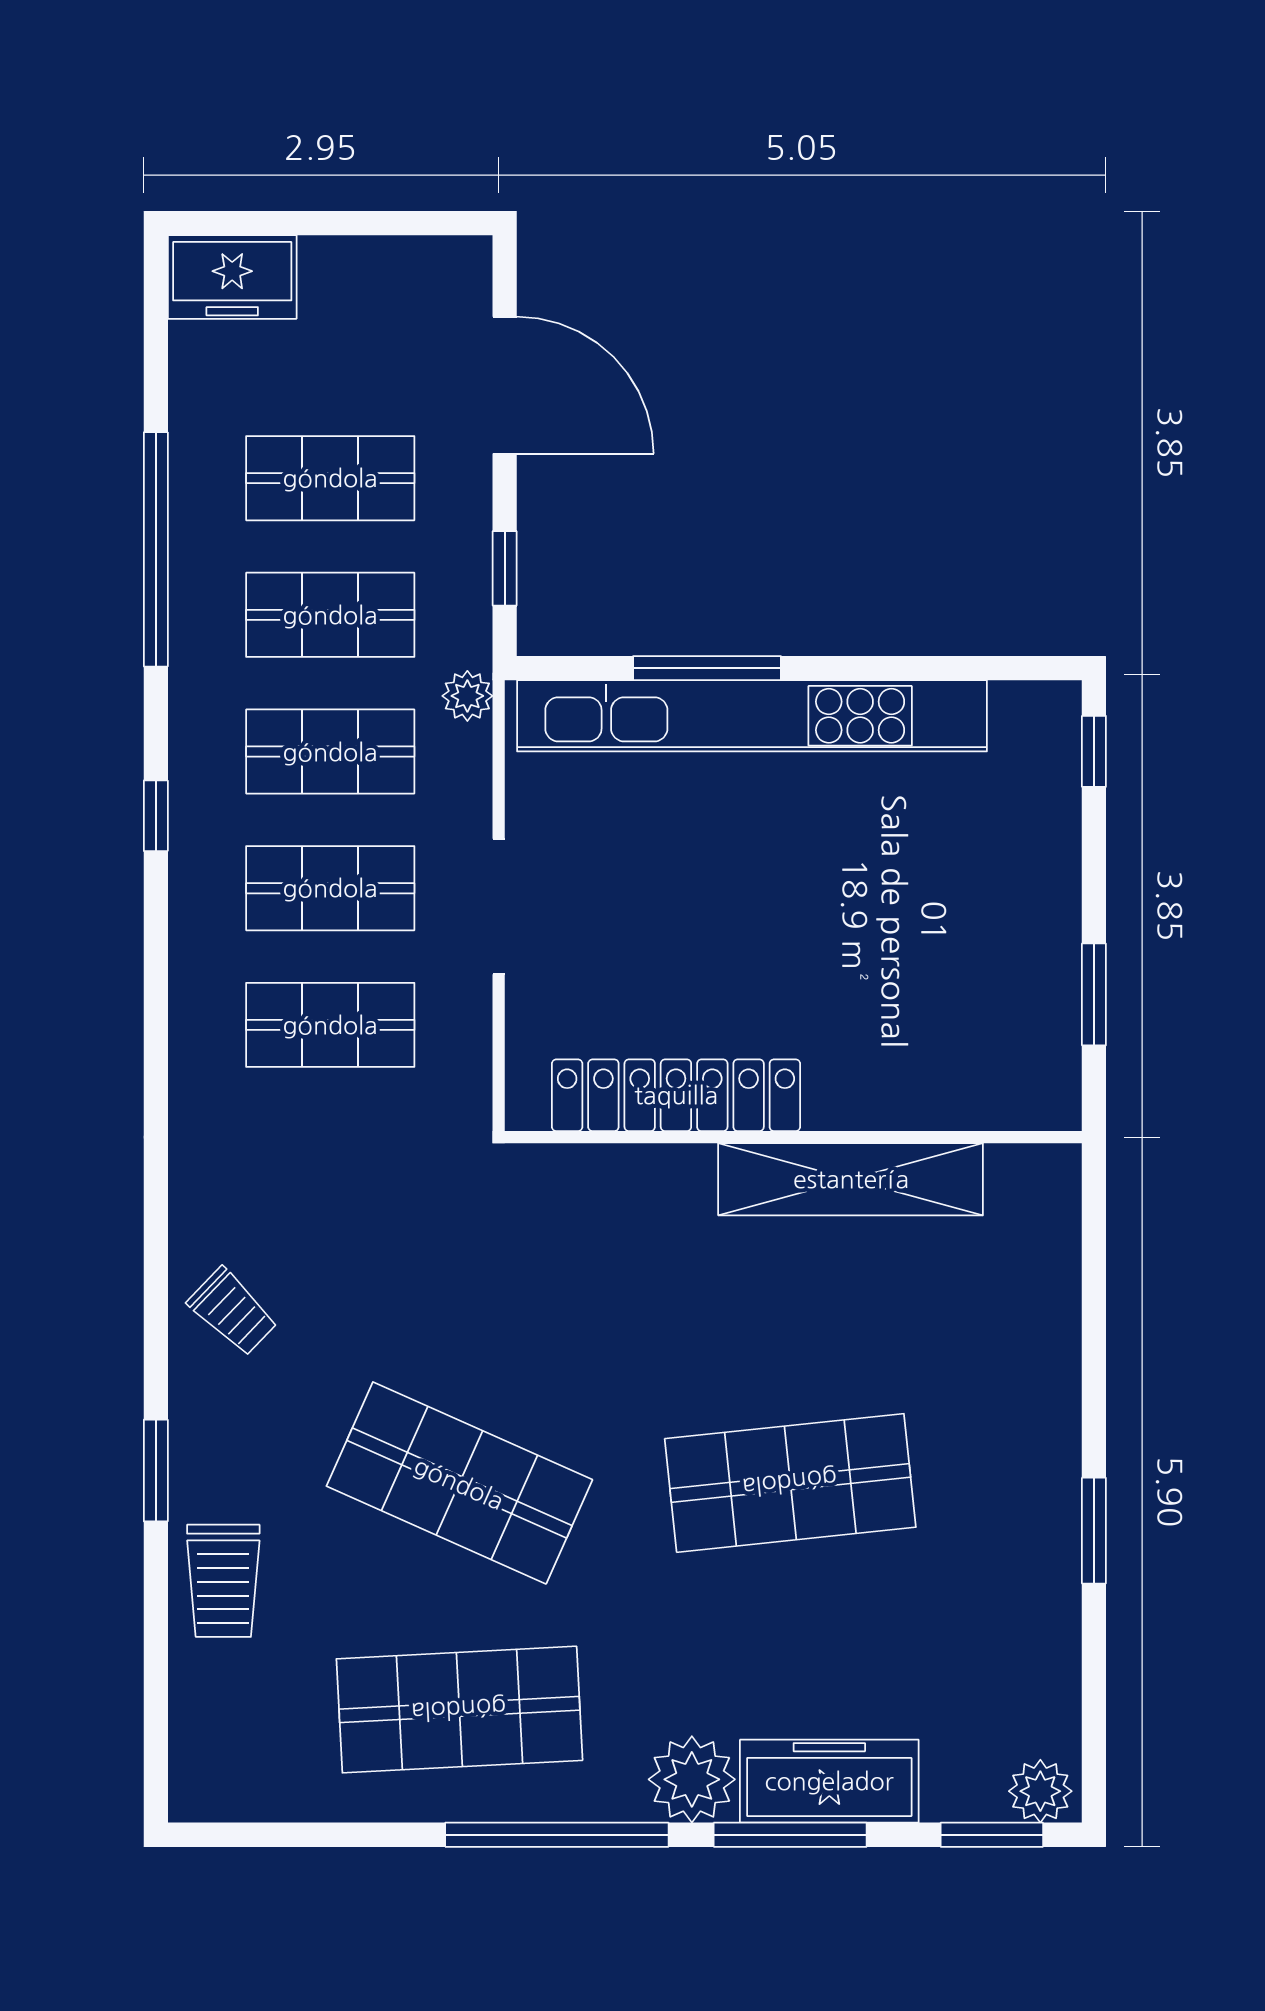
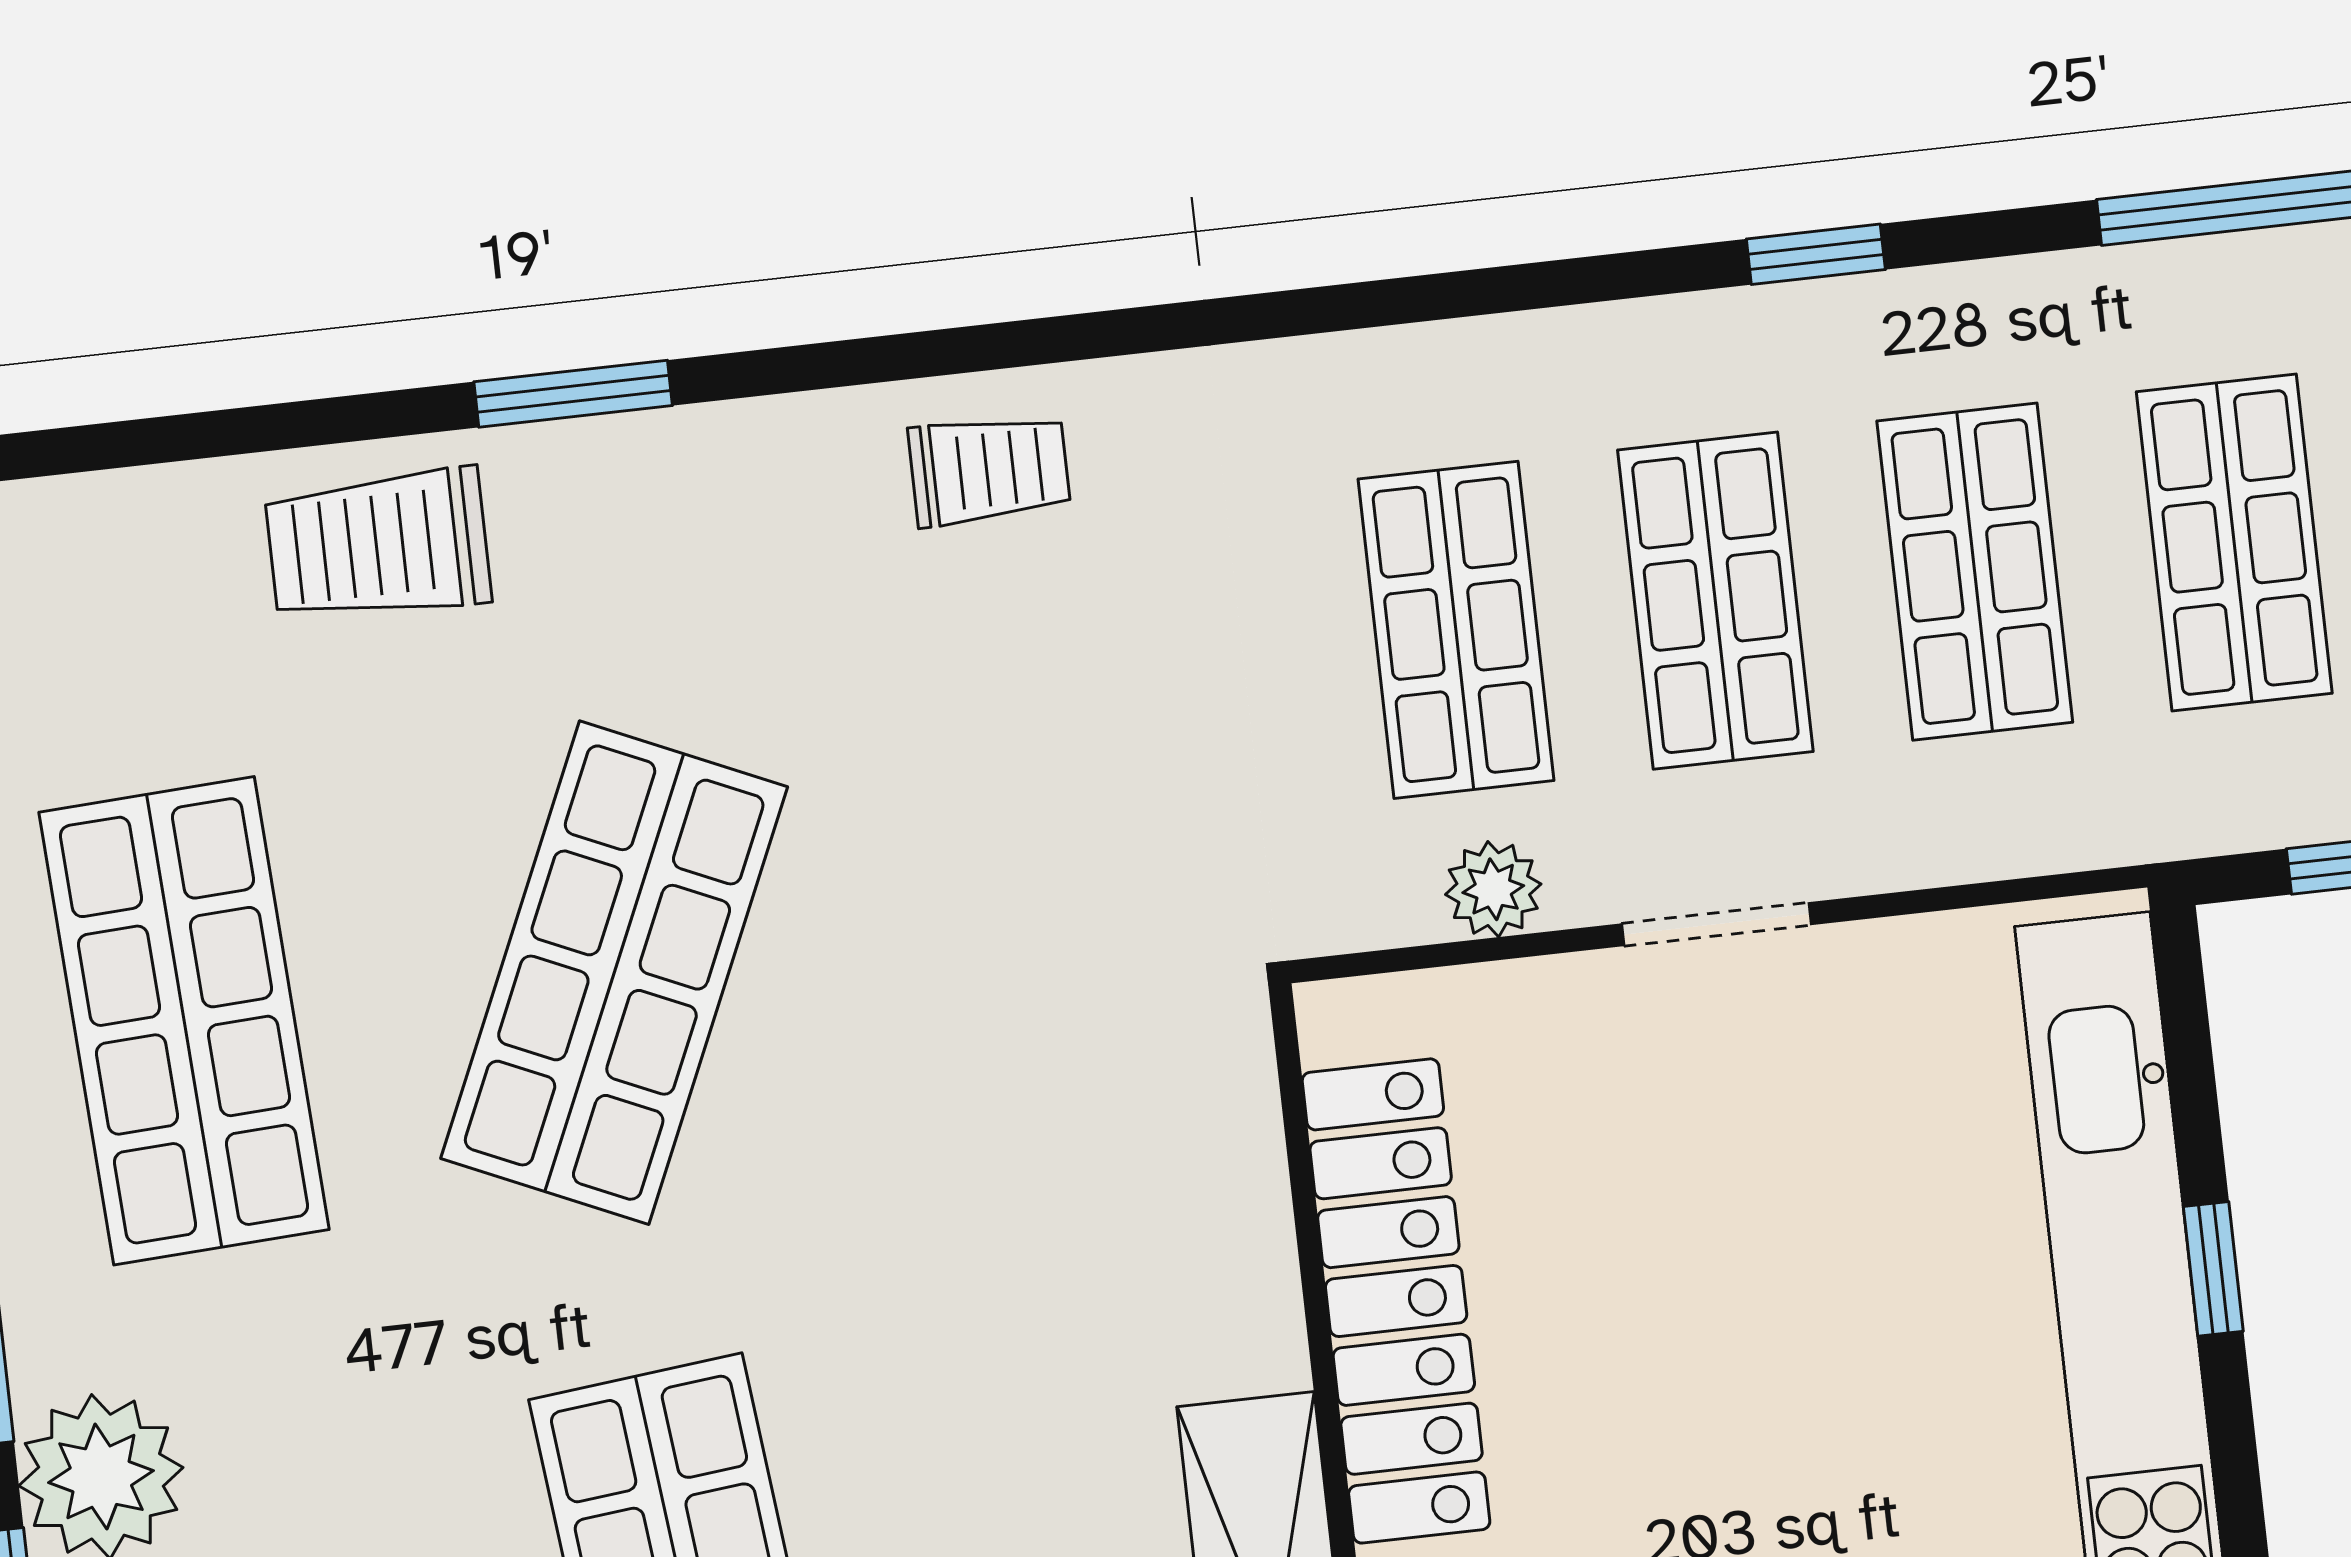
window: (707, 668) -> (2213, 1269), width x0.46
plant: (467, 696) -> (1493, 889), moved
doorway: (499, 907) -> (1716, 924), width x0.73
trolley: (233, 1312) -> (989, 470), moved, turned -134

